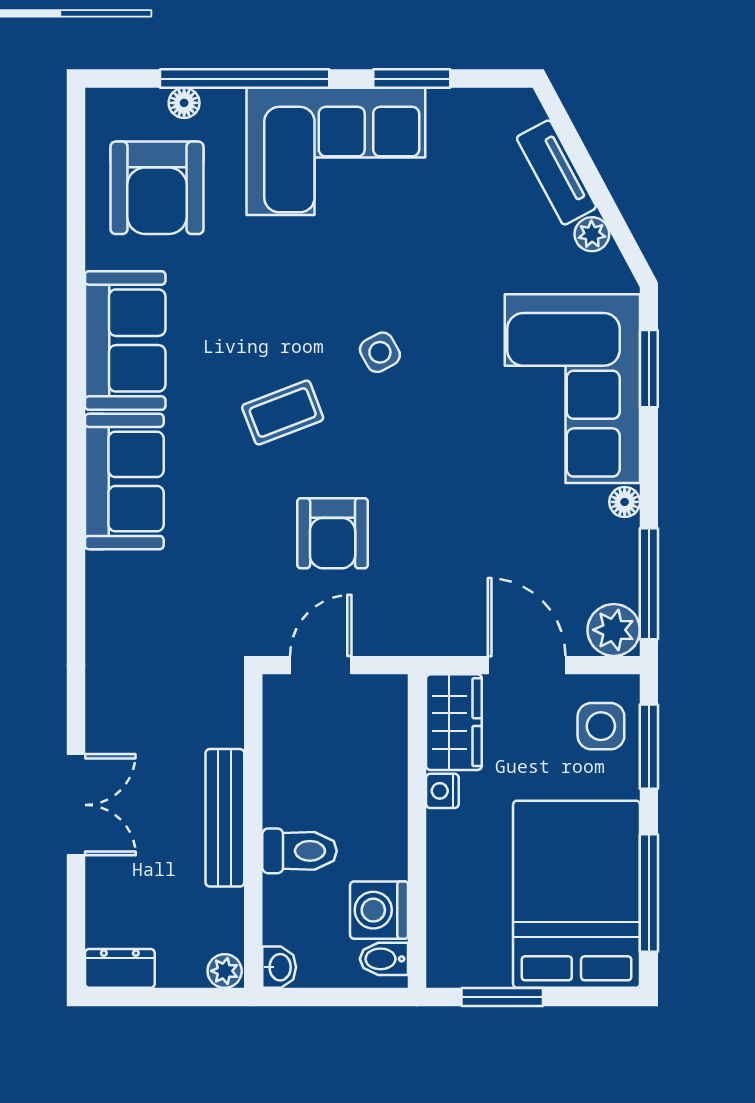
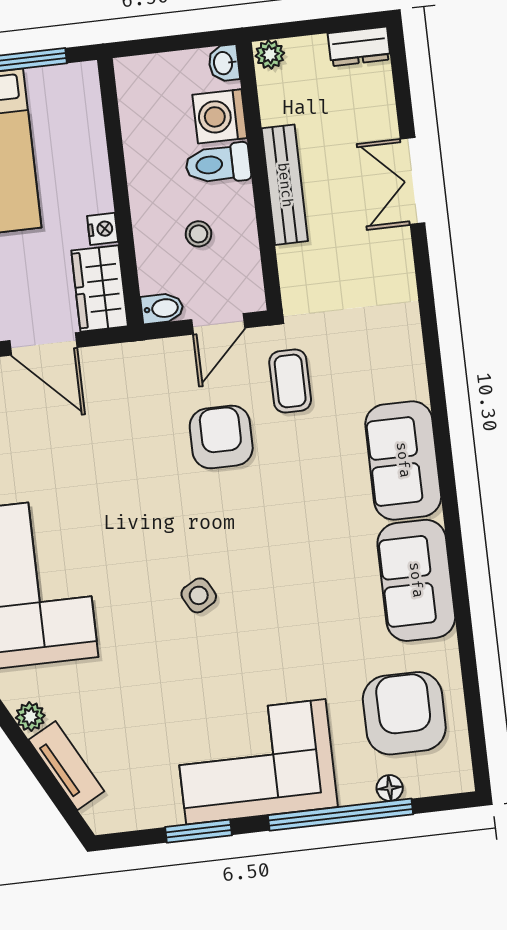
coffee table: (283, 413) -> (290, 381), moved, turned -69
stool: (332, 772) -> (198, 234), added
washing machine: (379, 910) -> (220, 116), moved, turned 180
bidet: (384, 959) -> (162, 308), moved

